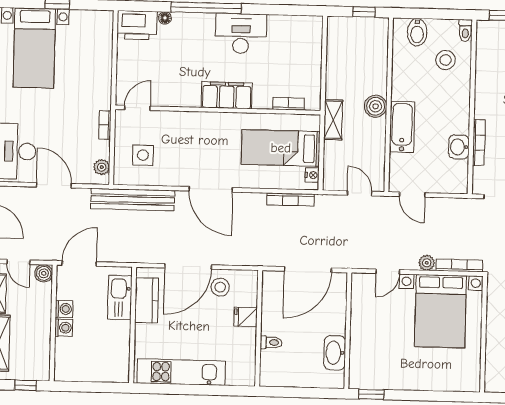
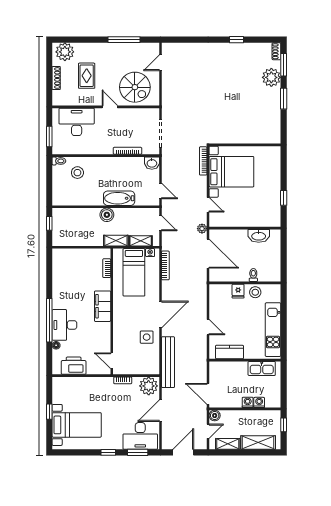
printer: (137, 25) -> (74, 366), moved, turned -90
bidet: (417, 32) -> (61, 190), removed
desk: (241, 34) -> (64, 325), moved
washbasin: (459, 147) -> (152, 163), moved
side table: (143, 155) -> (147, 337), moved
shelving: (332, 160) -> (141, 241), added
plant: (102, 167) -> (149, 386), width x1.87, depth x1.87
door: (360, 193) -> (160, 223), swing flipped
door: (412, 195) -> (160, 191), hinge flipped
plant: (427, 263) -> (202, 229), moved
door: (188, 266) -> (208, 327), width x0.53
stool: (220, 287) -> (255, 292), moved
kitchen sink: (120, 297) -> (262, 368), moved
washing machine: (64, 309) -> (259, 402), moved
window: (371, 394) -> (284, 198), moved

